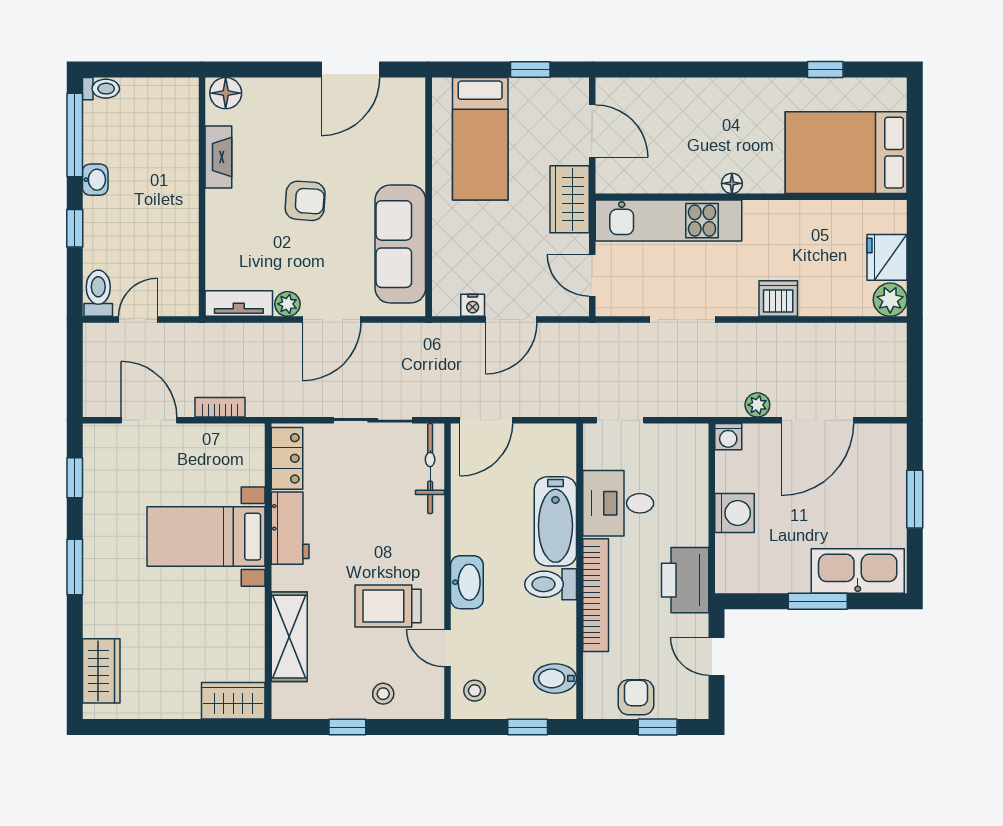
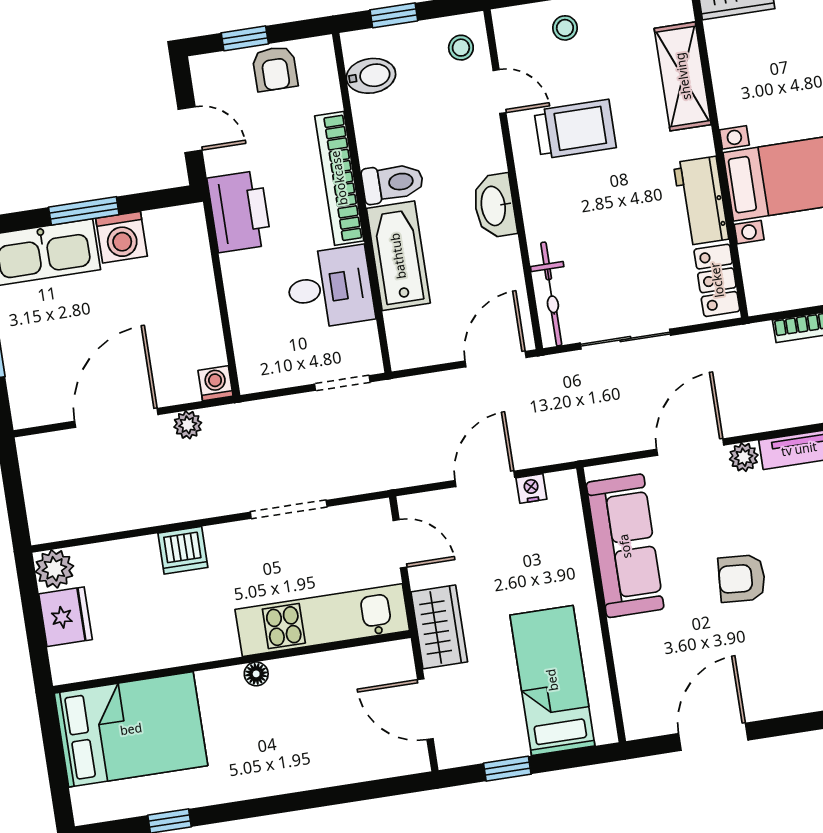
washing machine: (735, 513) -> (121, 237), moved, turned -90
washbasin: (467, 582) -> (494, 206), moved

